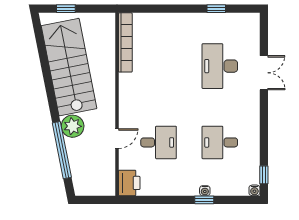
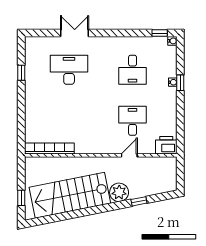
desk: (220, 66) -> (69, 70), turned 180
door: (117, 139) -> (129, 155), hinge flipped
window: (62, 150) -> (139, 201), width x0.32

